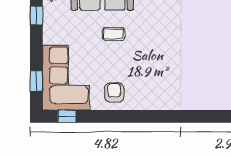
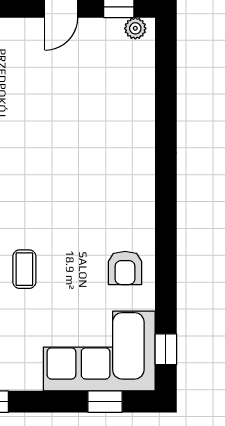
armchair: (114, 93) -> (125, 268), turned -90

